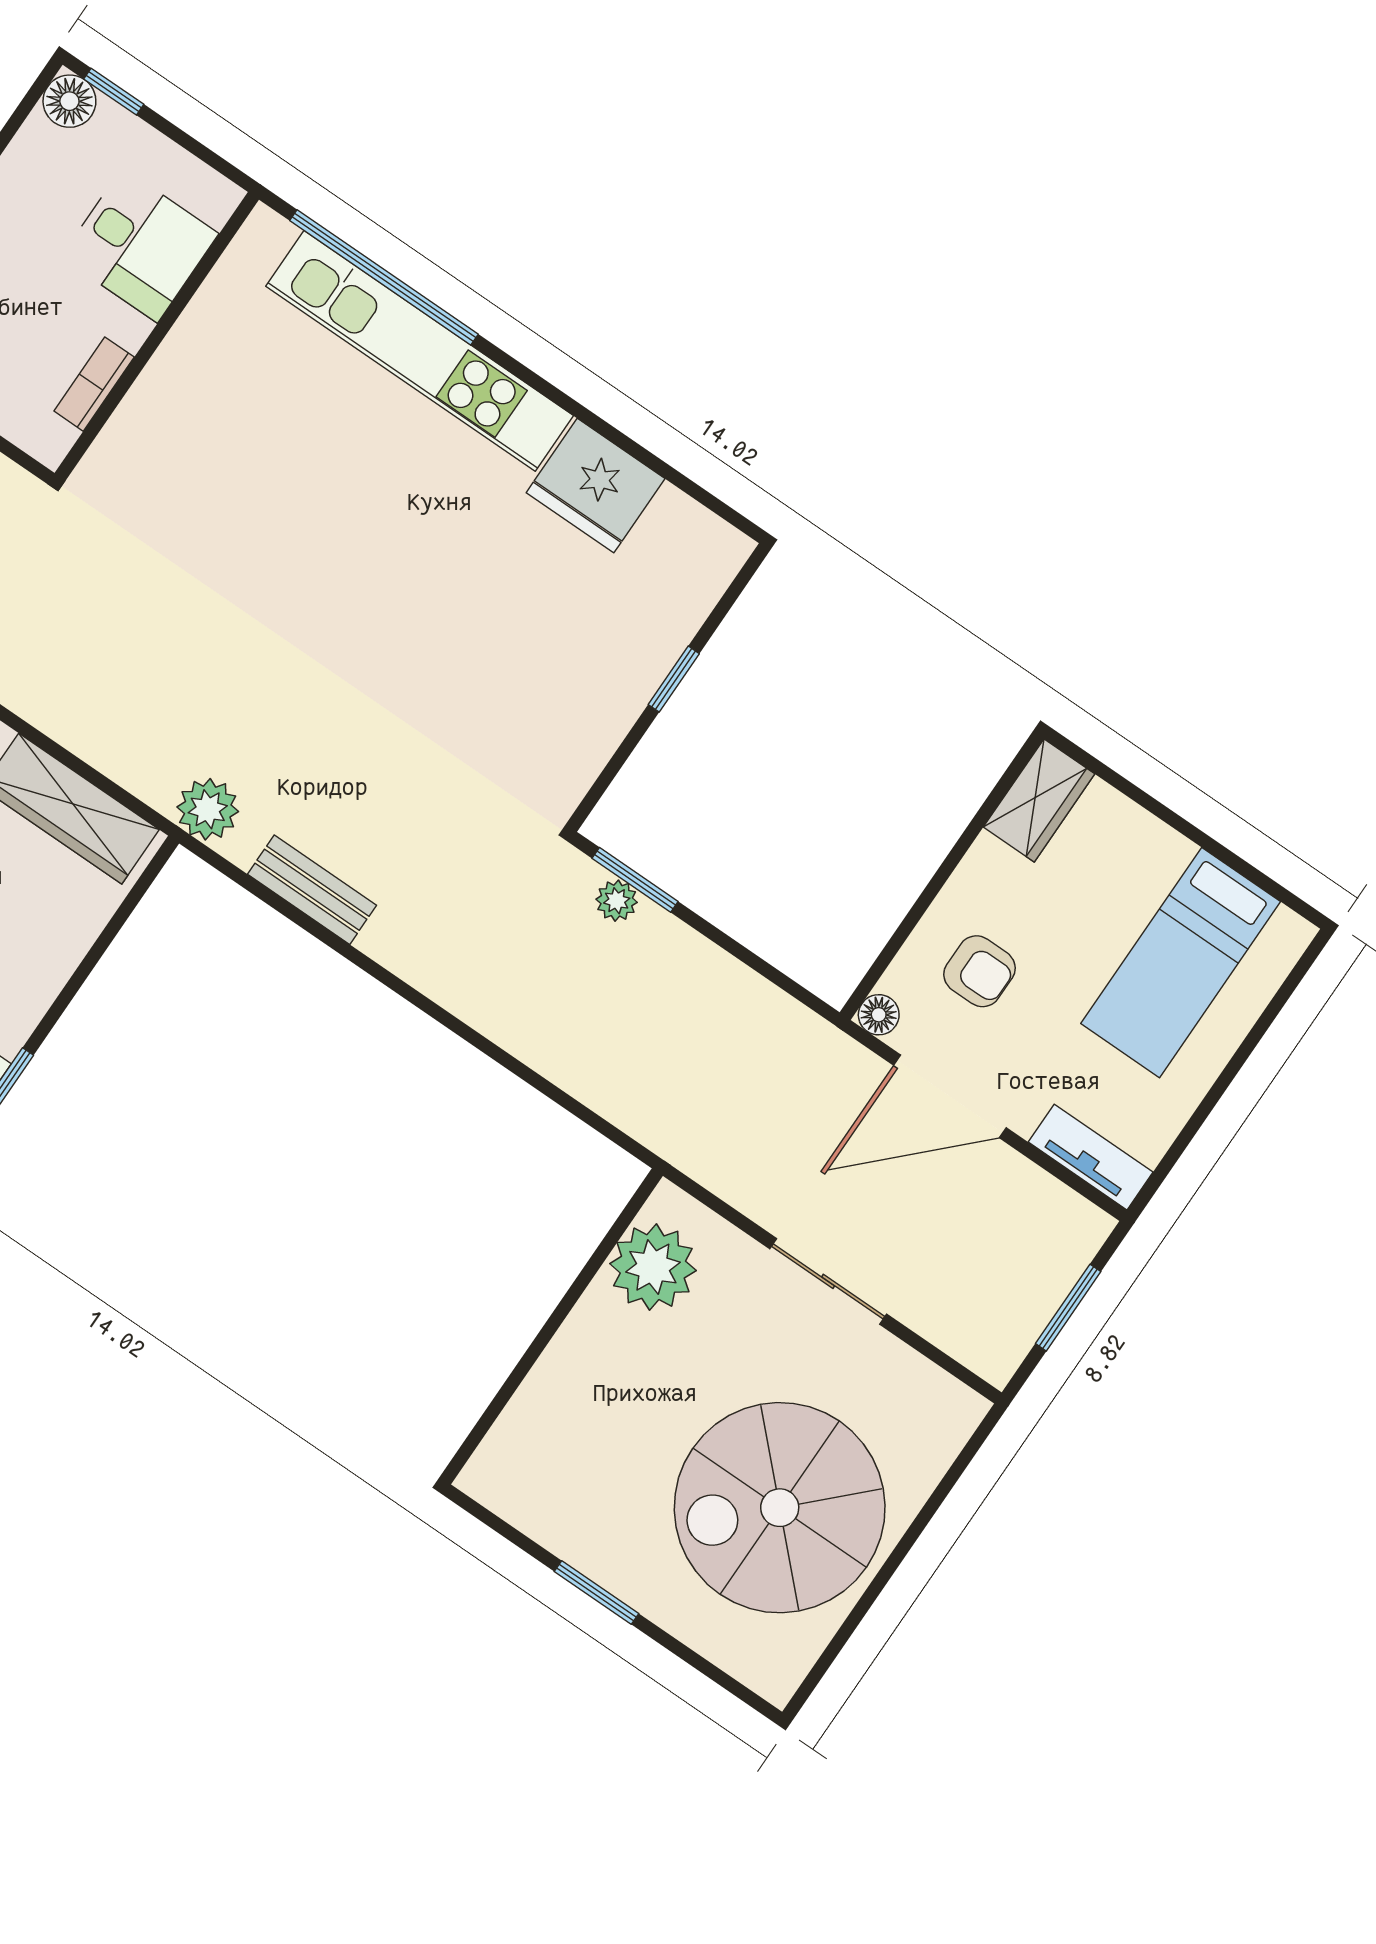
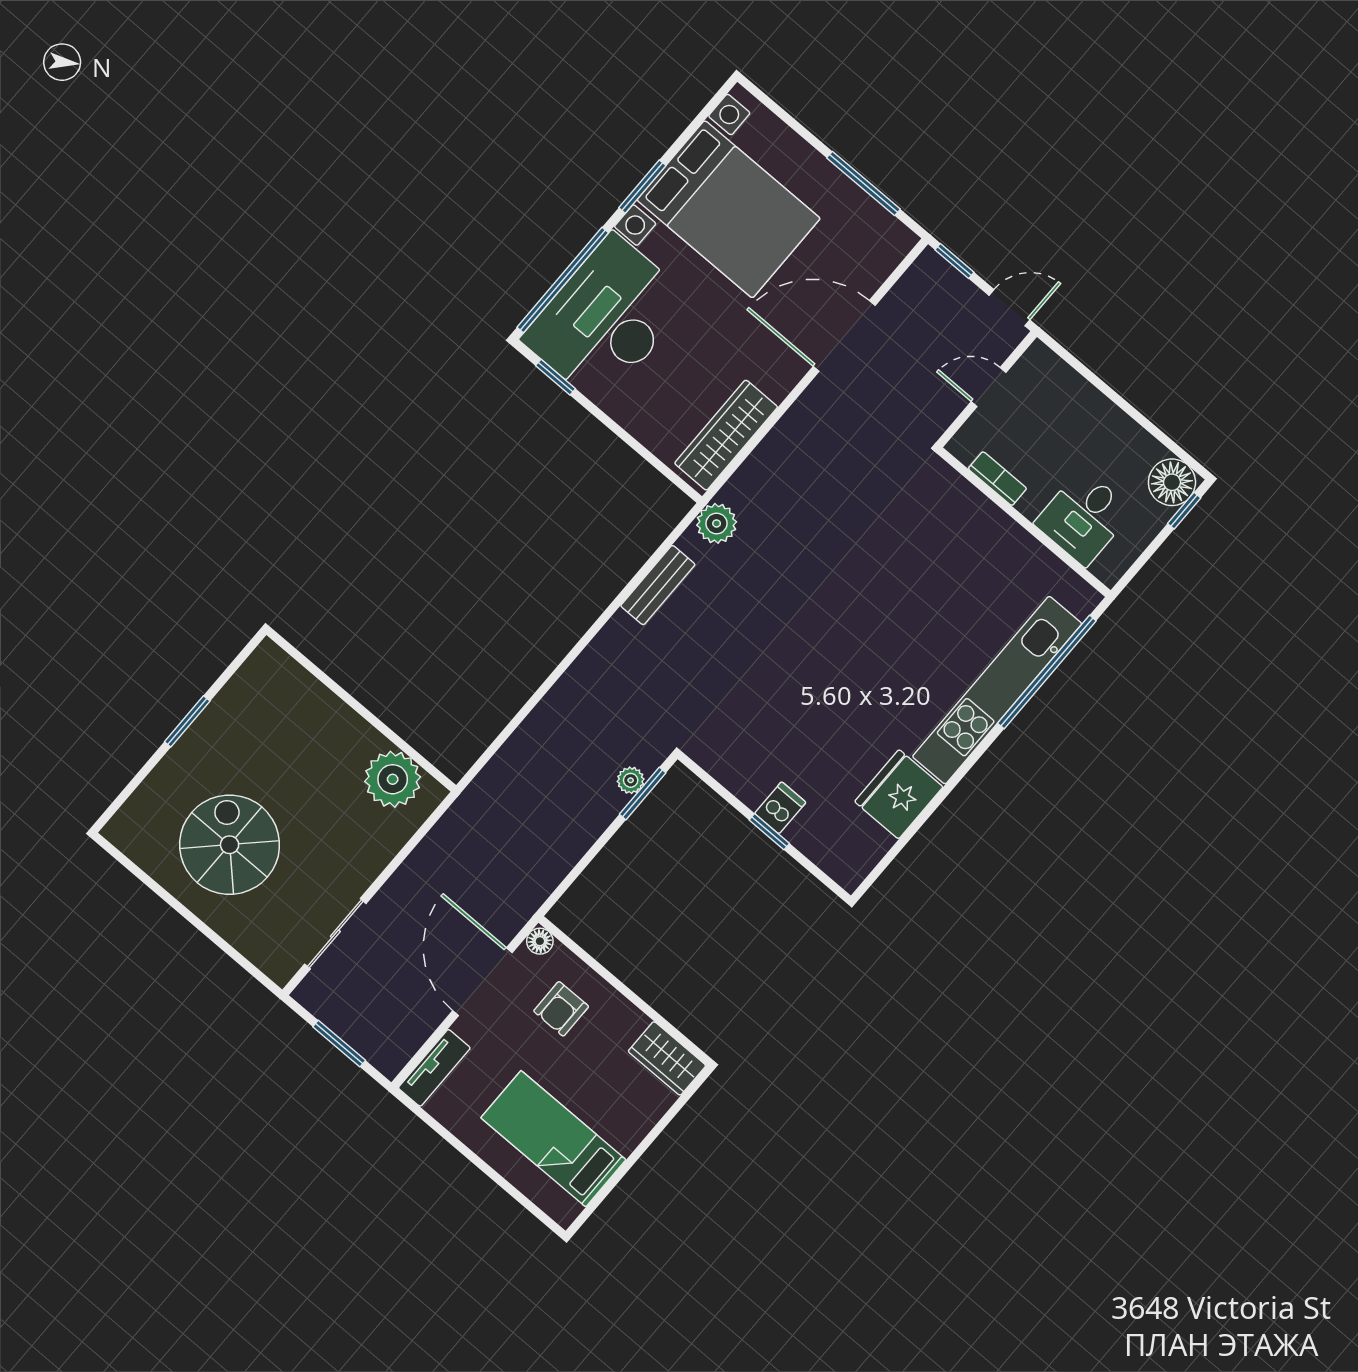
floor lamp: (69, 101) -> (1172, 482), width x1.38, depth x1.38
dishwasher: (635, 666) -> (780, 808), added
sliding door: (828, 1281) -> (335, 934), moved
spiral stairs: (780, 1508) -> (230, 845), width x0.73, depth x0.73

